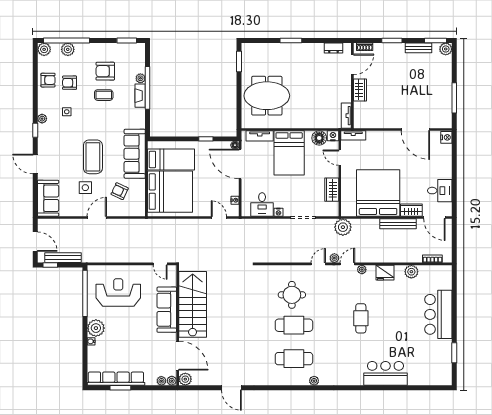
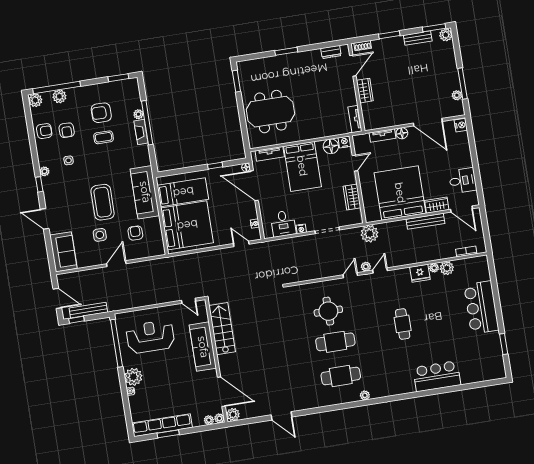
armchair: (70, 83) -> (67, 130), turned -90
plant: (447, 108) -> (457, 95), added
tv unit: (353, 135) -> (383, 136), moved
floor lamp: (389, 136) -> (402, 133), added
door: (340, 158) -> (355, 163), swing flipped
armchair: (120, 191) -> (135, 233), turned 65
plant: (362, 270) -> (434, 268), moved
stairs: (193, 304) -> (222, 329), width x0.73, depth x0.66

